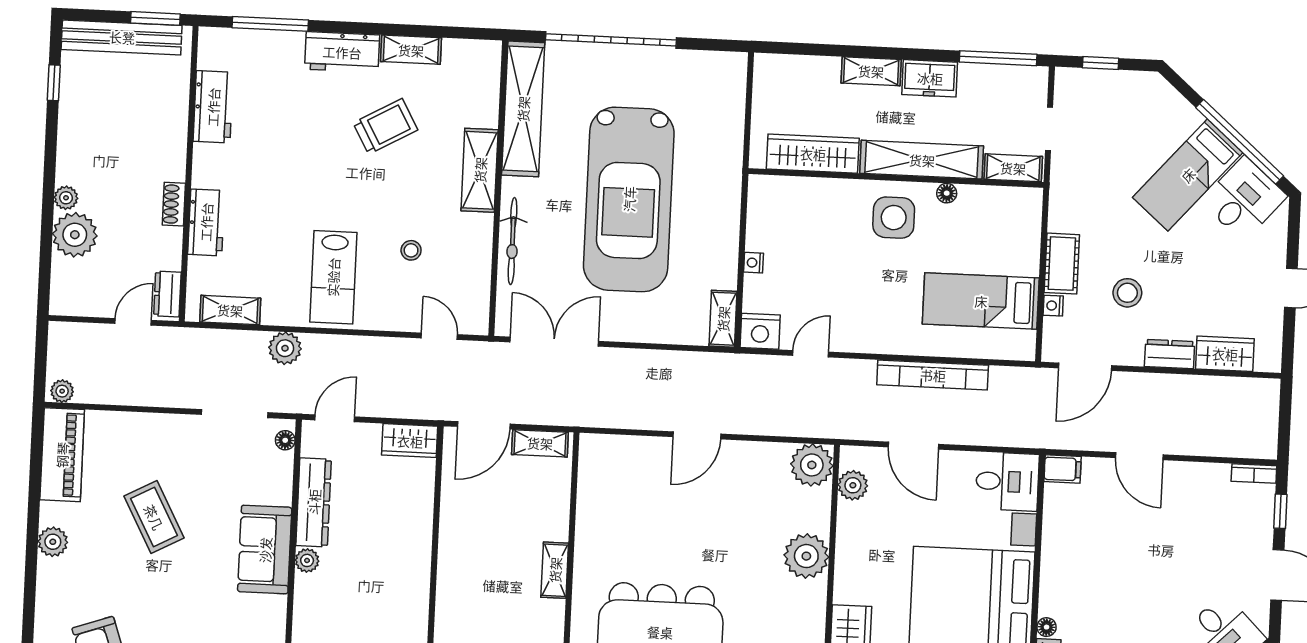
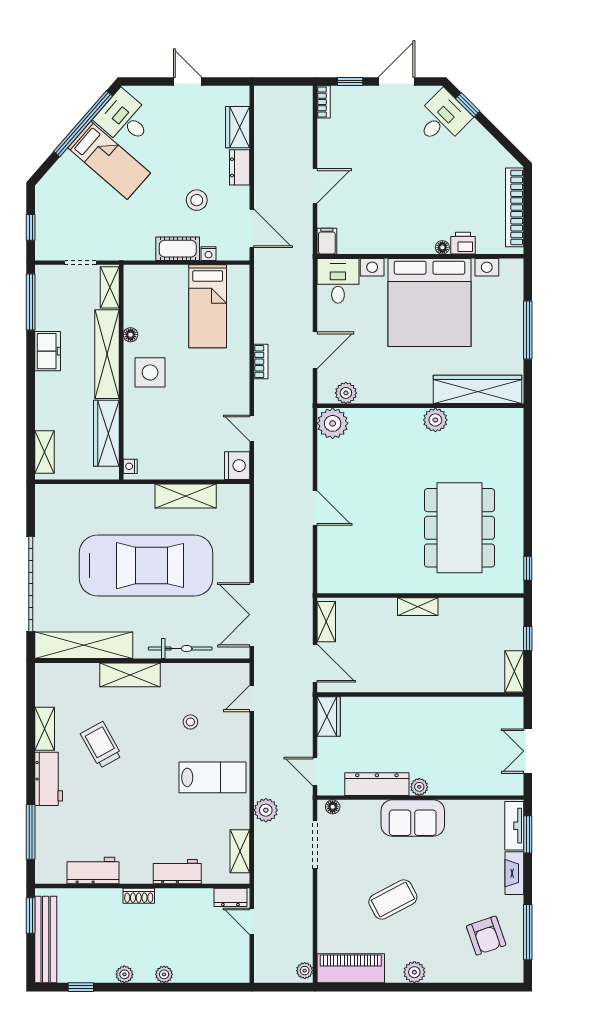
shelving: (871, 71) -> (45, 452), moved
shoe rack: (174, 204) -> (139, 896), moved
plant: (75, 235) -> (124, 974), moved, width x0.53, depth x0.53
nightstand: (754, 263) -> (130, 466), moved, turned 90
shelving: (723, 319) -> (186, 496), moved, width x1.50, depth x1.33
bookcase: (933, 375) -> (261, 362), width x0.43, depth x0.76
plant: (806, 556) -> (435, 420), moved, width x0.73, depth x0.73

